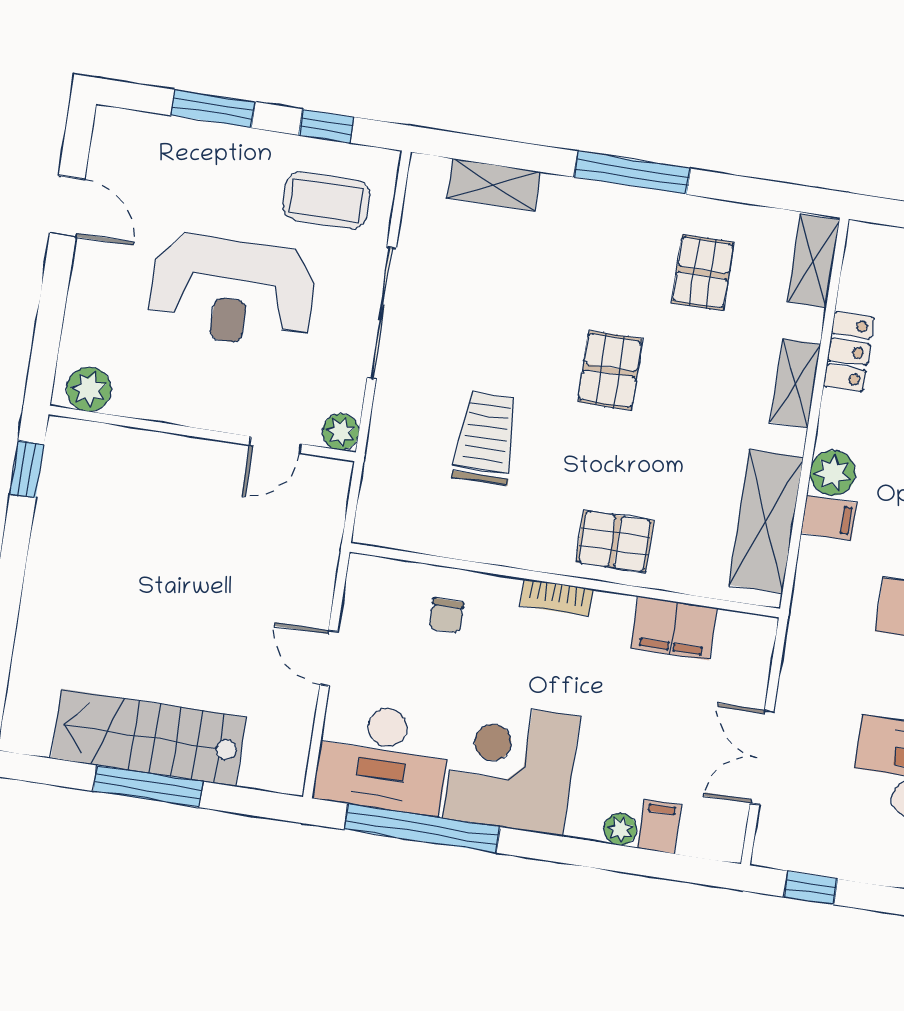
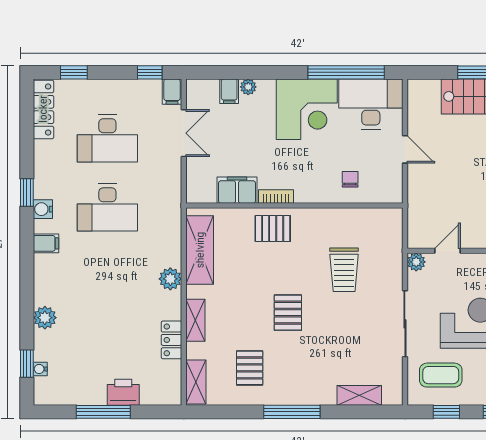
filing cabinet: (829, 518) -> (172, 92), moved, turned -90
bookcase: (557, 597) -> (276, 196), moved

